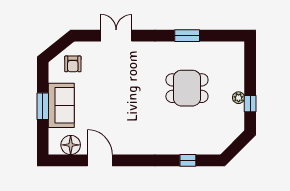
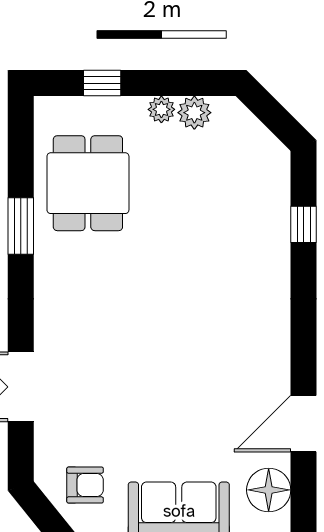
dining table: (187, 88) -> (88, 183), moved
window: (250, 104) -> (102, 83), moved
plant: (237, 112) -> (194, 113), added

